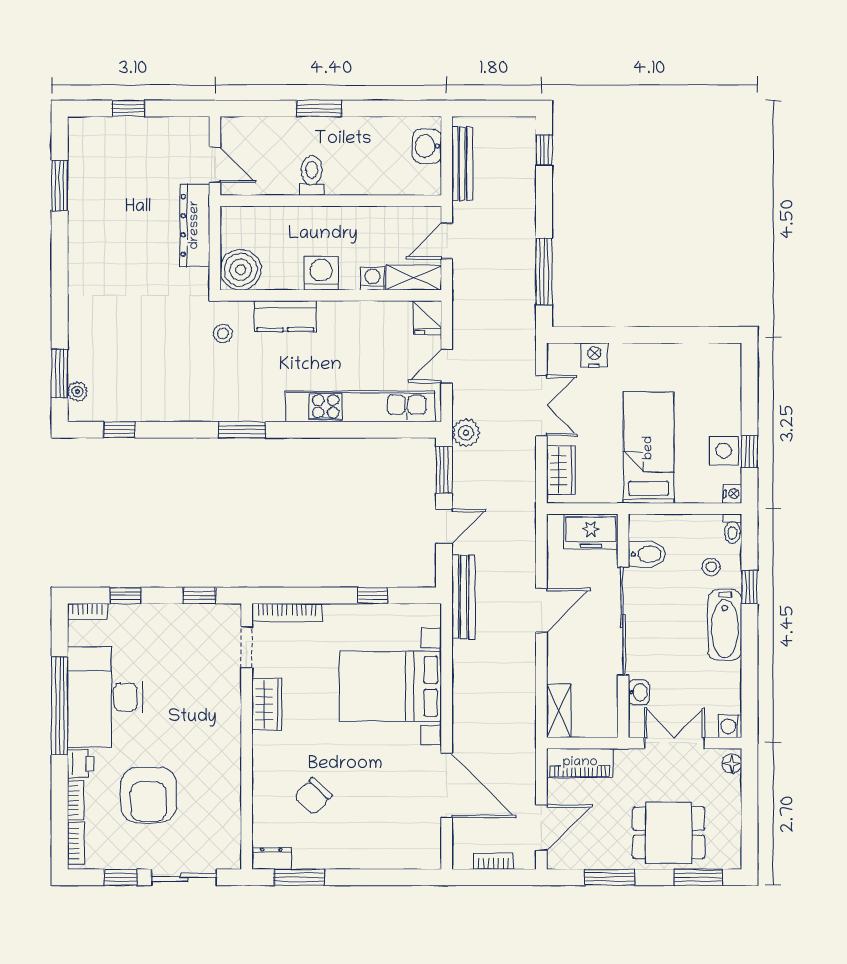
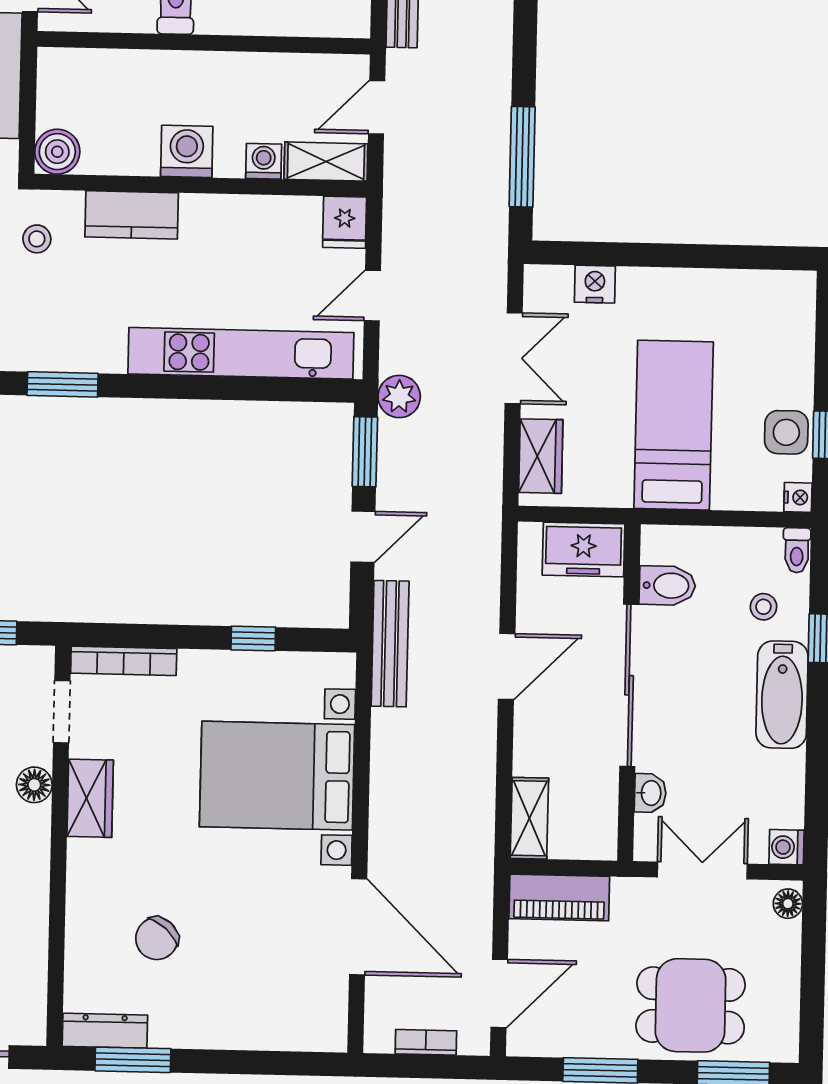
boiler: (241, 270) -> (57, 152), width x0.73, depth x0.73
floor lamp: (229, 696) -> (34, 785), added
dresser: (271, 858) -> (105, 1031), width x1.44

